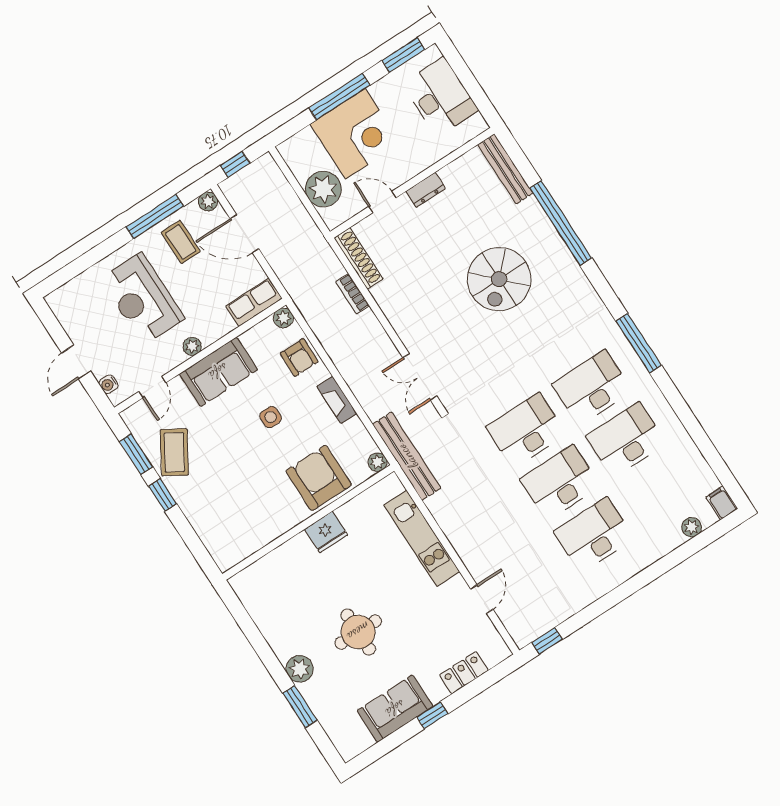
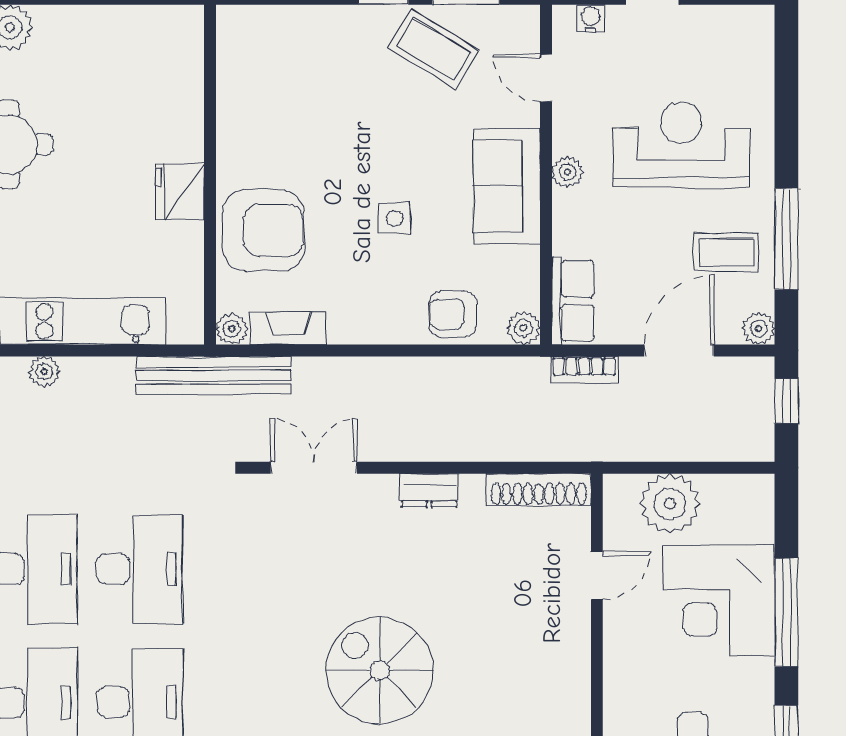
dresser: (426, 190) -> (429, 490), moved, turned -90
bookcase: (353, 294) -> (584, 370), moved, turned 180
fireplace: (337, 400) -> (289, 328), moved
plant: (459, 541) -> (44, 372), added

